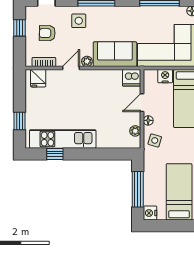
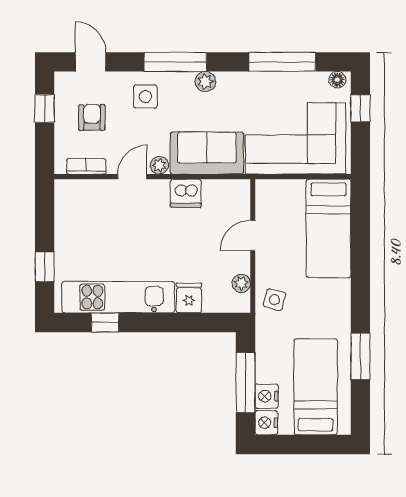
plant: (114, 12) -> (205, 82), added
armchair: (47, 33) -> (92, 117), turned 89
nightstand: (165, 76) -> (267, 396), moved, turned -90
fridge: (38, 78) -> (189, 298), moved, turned 180
dishwasher: (132, 78) -> (186, 193), moved
floor lamp: (148, 120) -> (263, 266), removed

